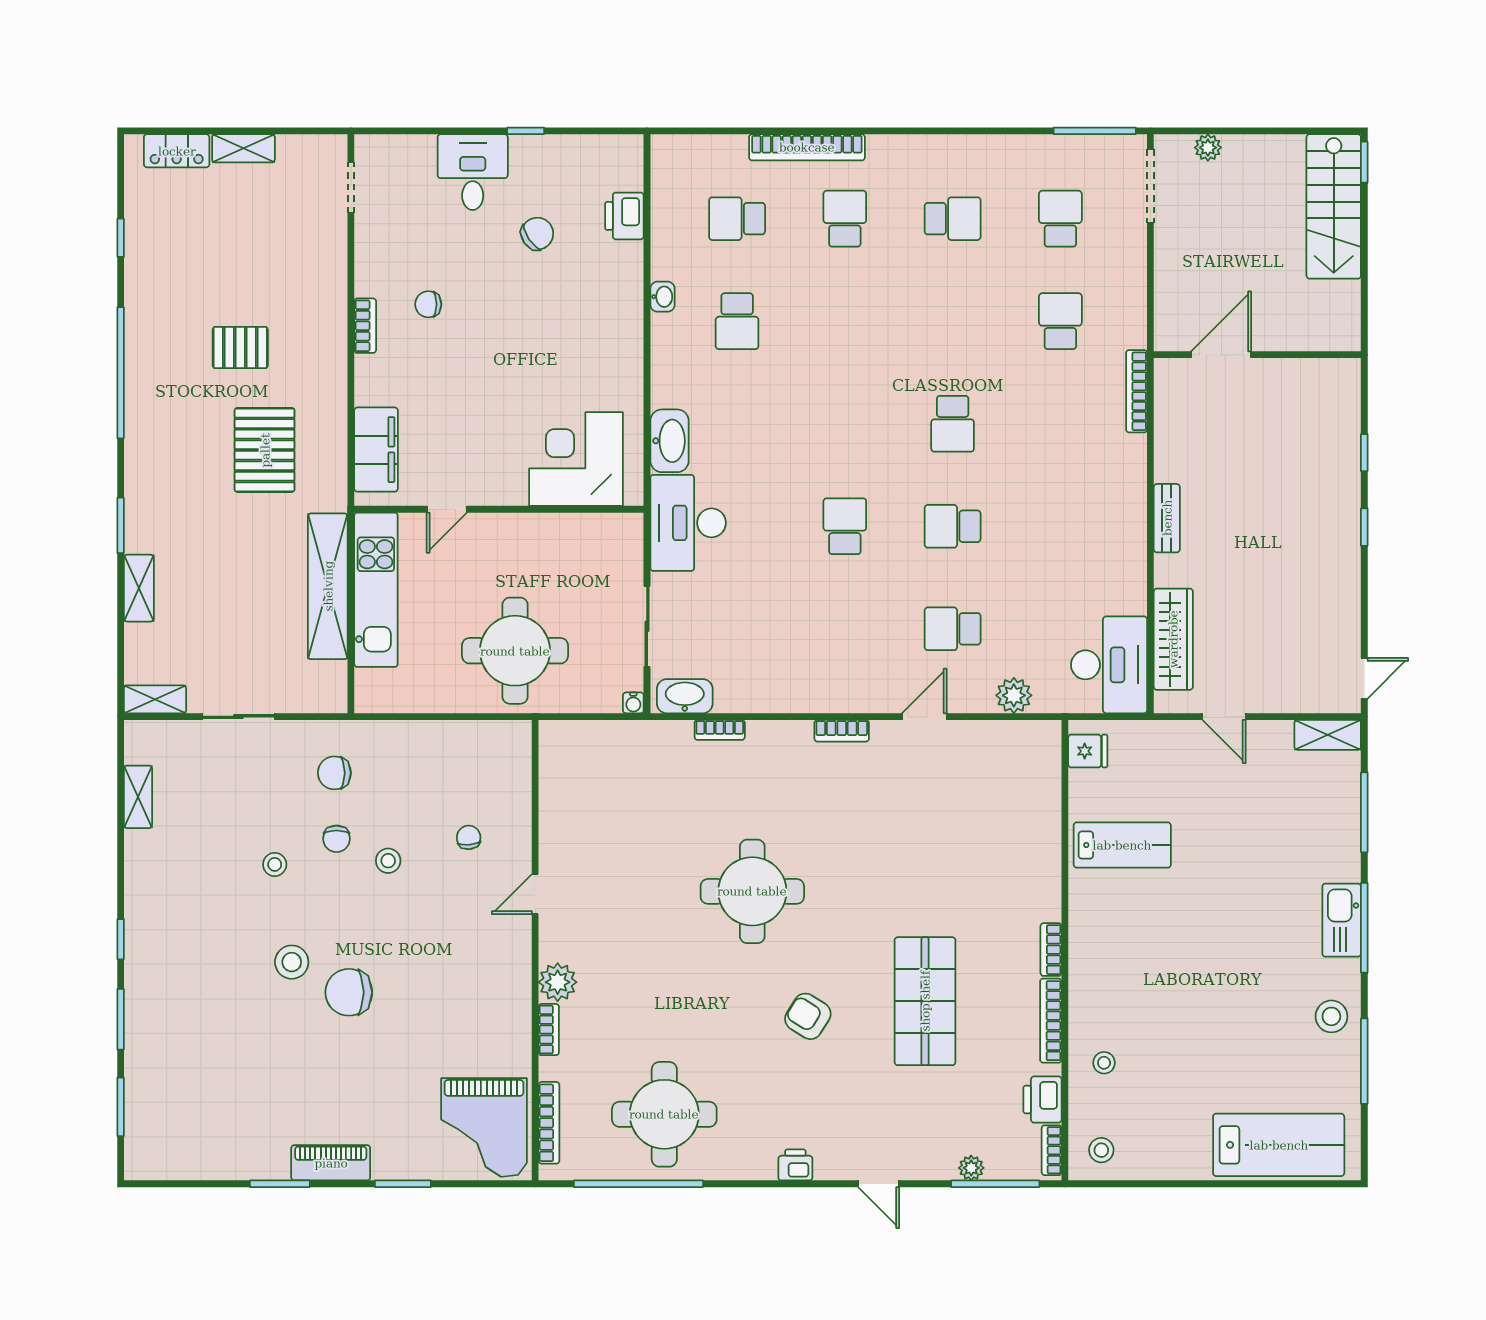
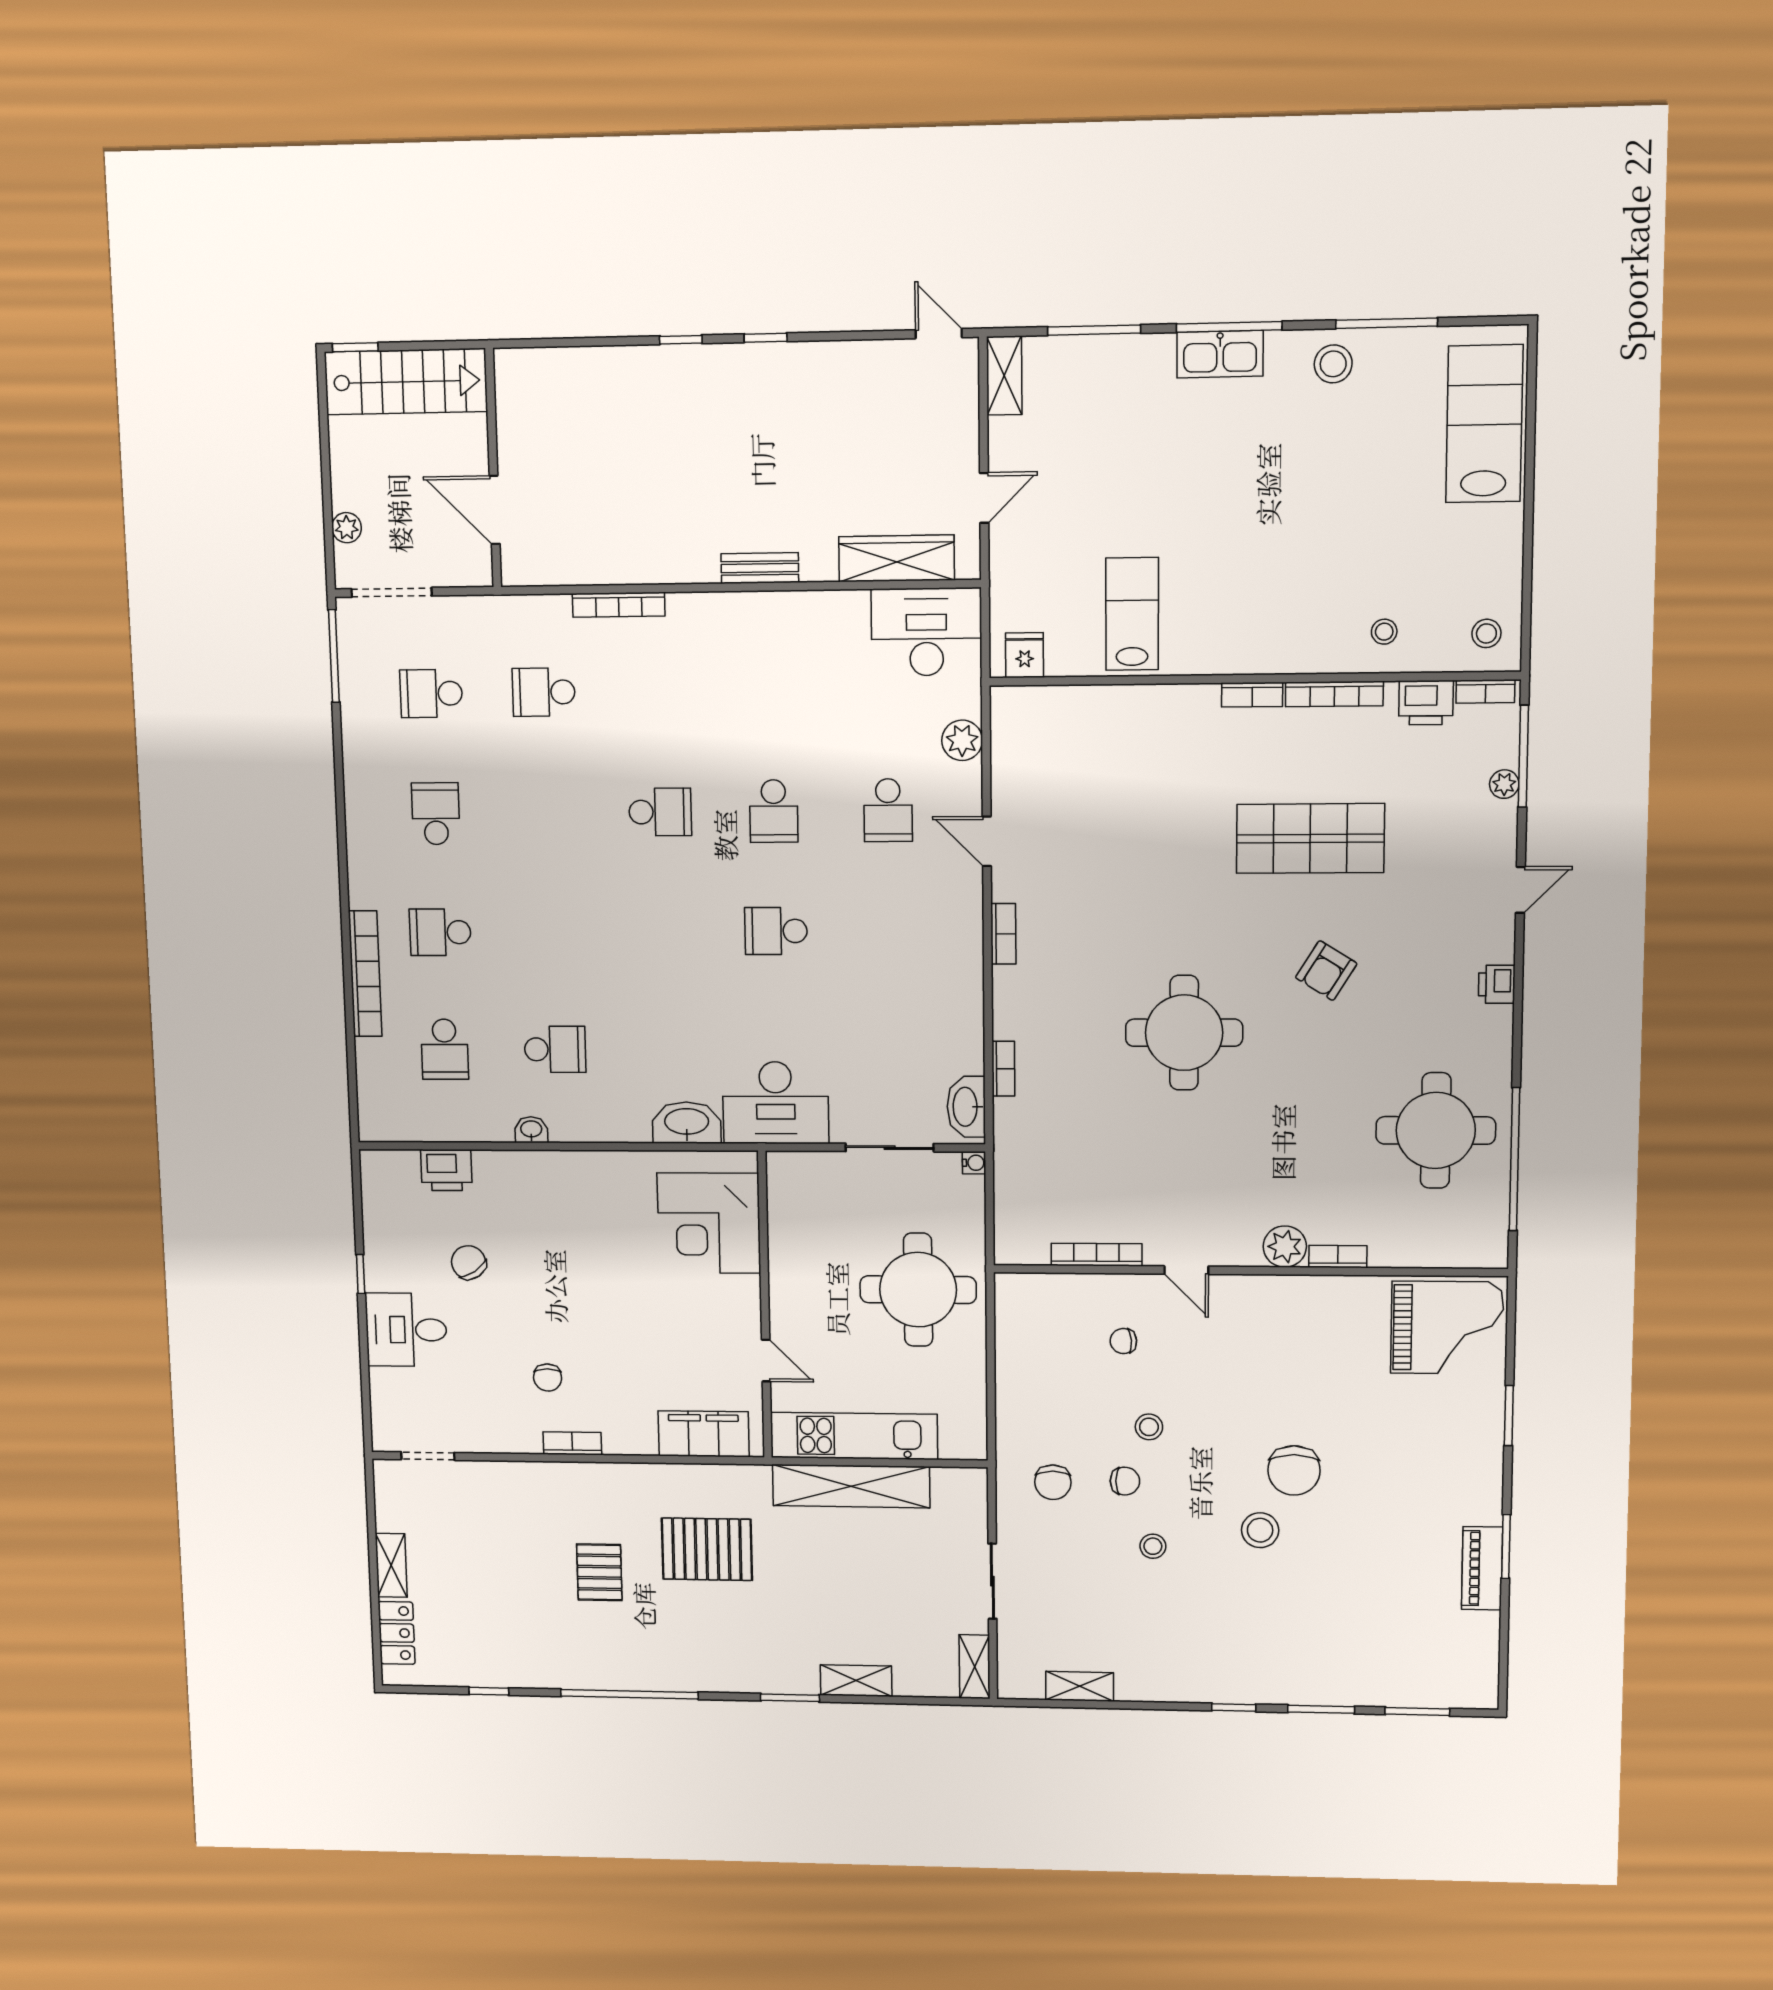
door: (1221, 355) -> (495, 510), moved
wall: (1257, 355) -> (493, 468), moved
bookcase: (549, 1123) -> (1097, 1255), moved
piano: (331, 1163) -> (1482, 1568), moved

